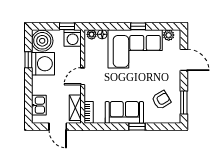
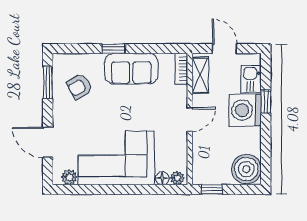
window: (138, 26) -> (112, 189), removed
washing machine: (73, 38) -> (204, 173), removed
window: (28, 60) -> (266, 102), moved
washing machine: (43, 64) -> (245, 110), moved

